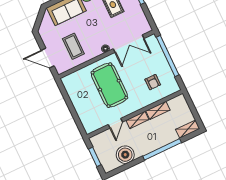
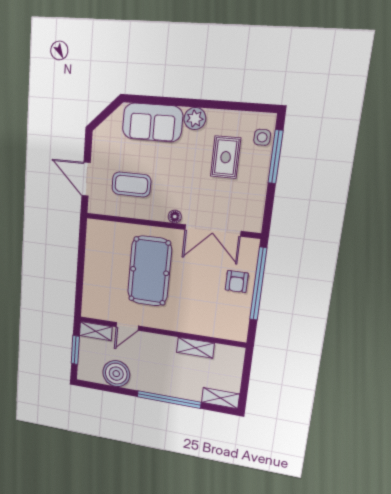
coffee table: (73, 46) -> (131, 185), turned 90
armchair: (153, 82) -> (237, 282), moved
shelving: (137, 120) -> (96, 331), moved

